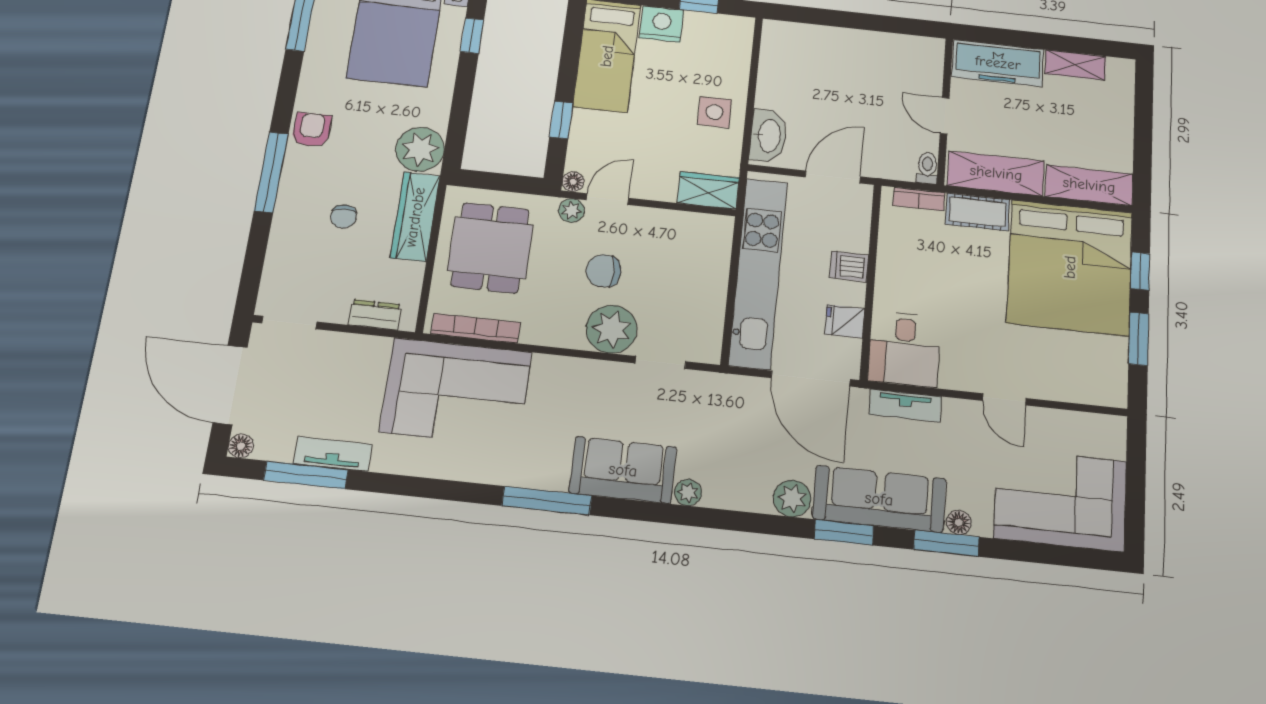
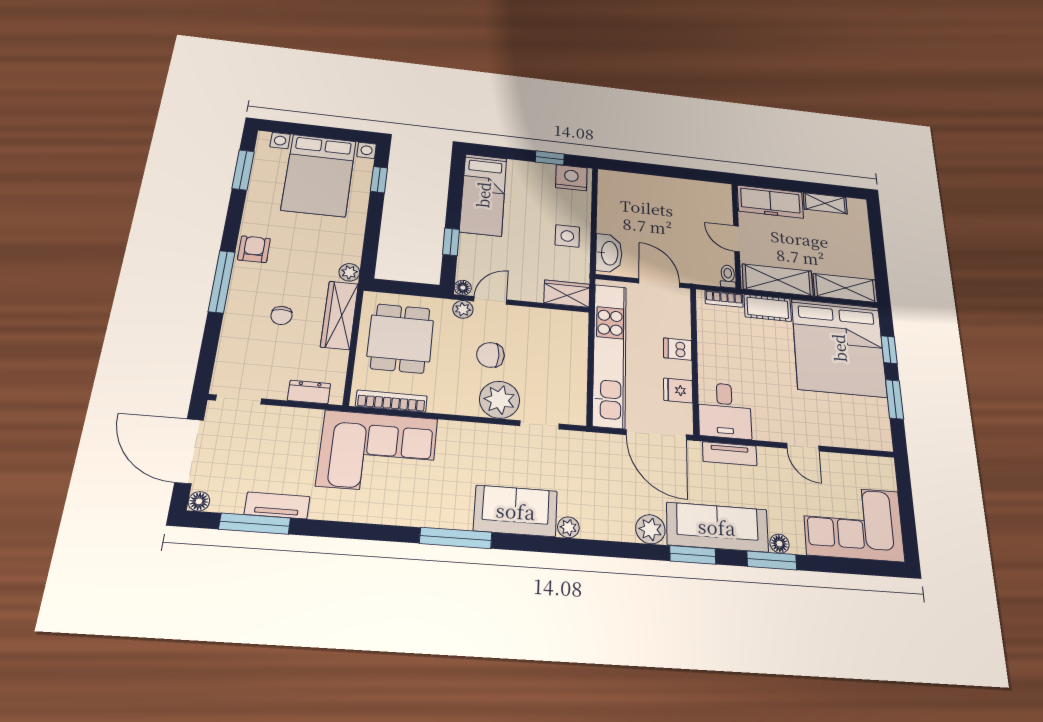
nightstand: (662, 24) -> (571, 178), moved
plant: (420, 149) -> (349, 272), width x0.53, depth x0.53
door: (833, 177) -> (659, 283), hinge flipped

